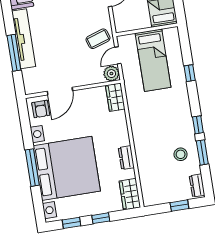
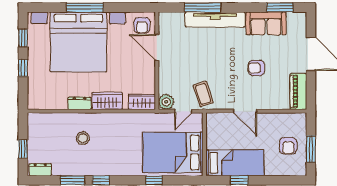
door: (118, 55) -> (183, 111), swing flipped
bed: (153, 60) -> (173, 152), width x1.50
armchair: (41, 109) -> (142, 25), turned -90
stool: (181, 154) -> (83, 138), moved
wardrobe: (130, 194) -> (107, 101), moved

